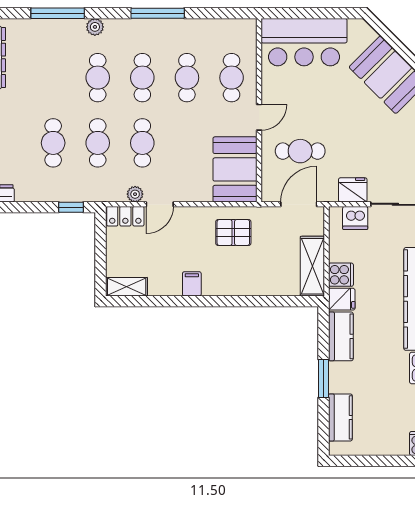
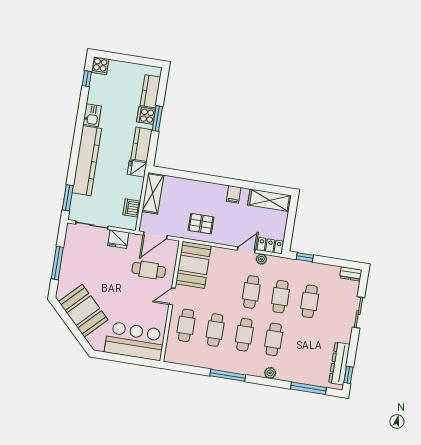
window: (58, 13) -> (308, 388), moved
dishwasher: (355, 218) -> (132, 208), moved, turned -90
cooker: (341, 275) -> (146, 116), moved
shelving: (127, 287) -> (270, 200), width x1.50, depth x1.33

